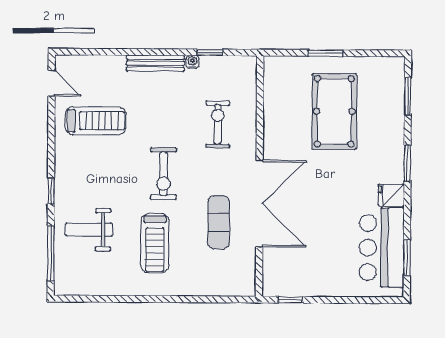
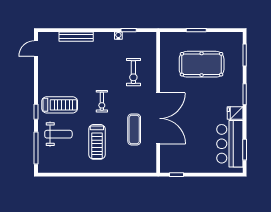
bench: (155, 63) -> (76, 37), moved
door: (52, 83) -> (36, 49), swing flipped
pool table: (334, 111) -> (202, 64), turned 90
treadmill: (95, 121) -> (60, 105), moved
exercise bike: (218, 124) -> (133, 72), turned 180
exercise bike: (164, 174) -> (102, 101), width x0.73, depth x0.72
weight bench: (89, 230) -> (58, 134), turned 180

